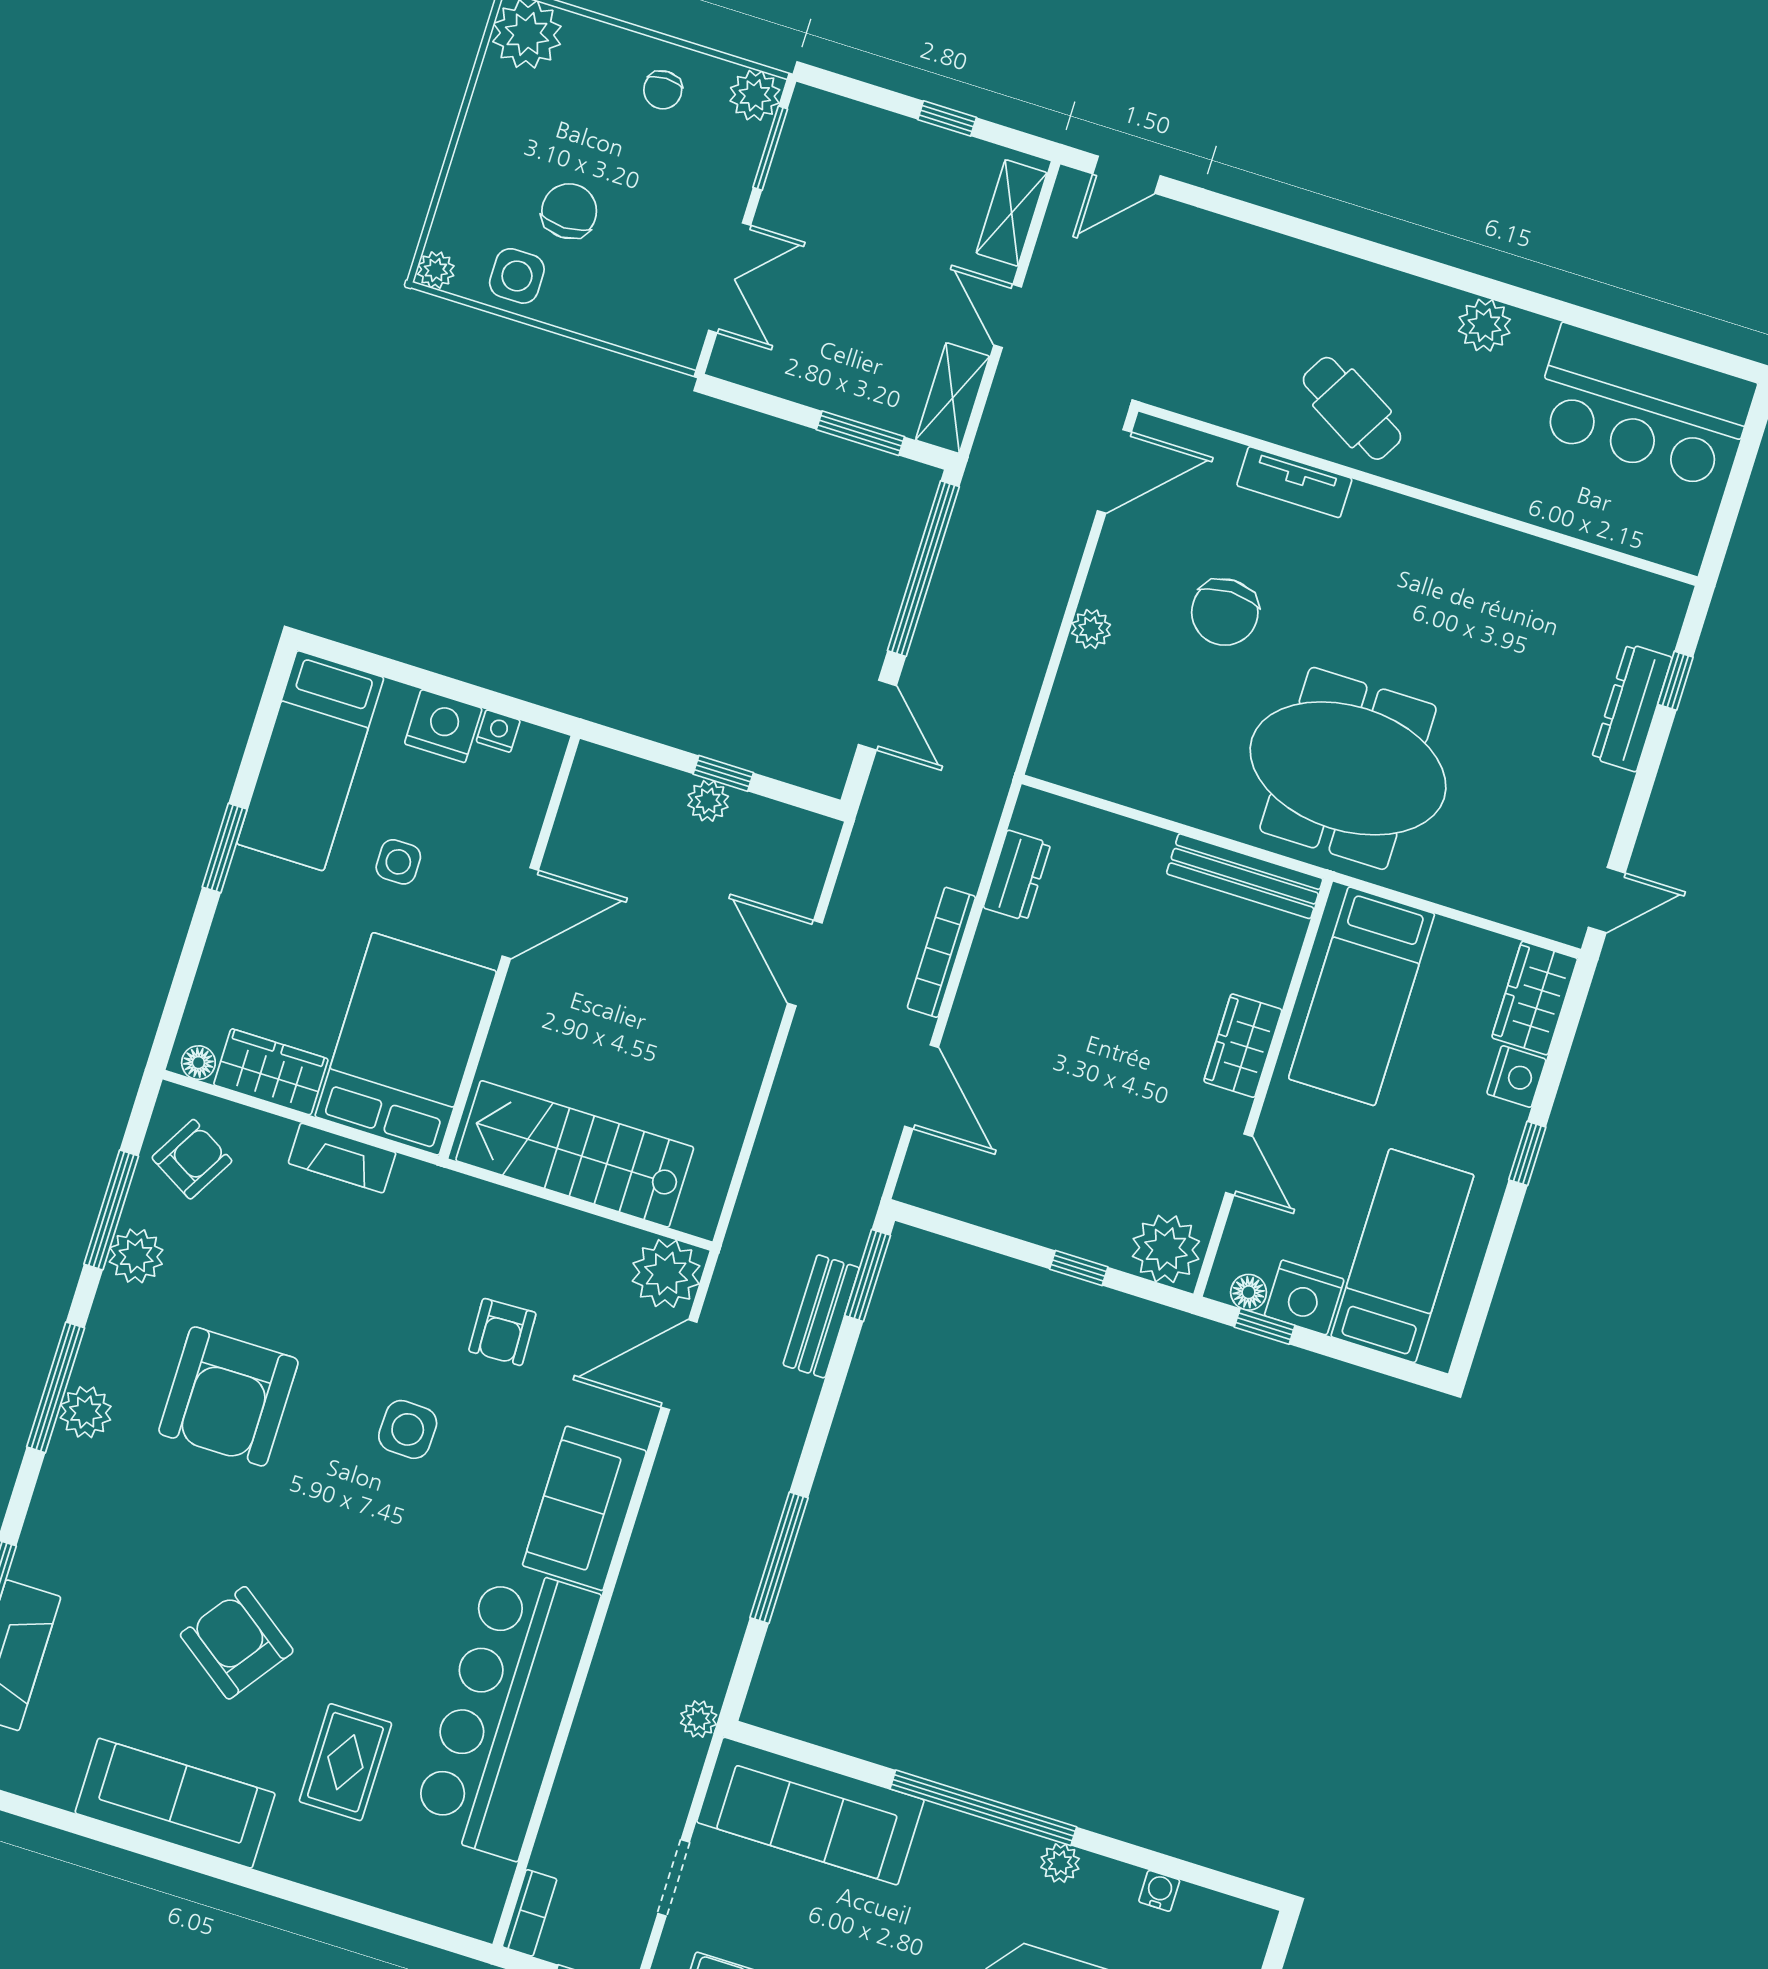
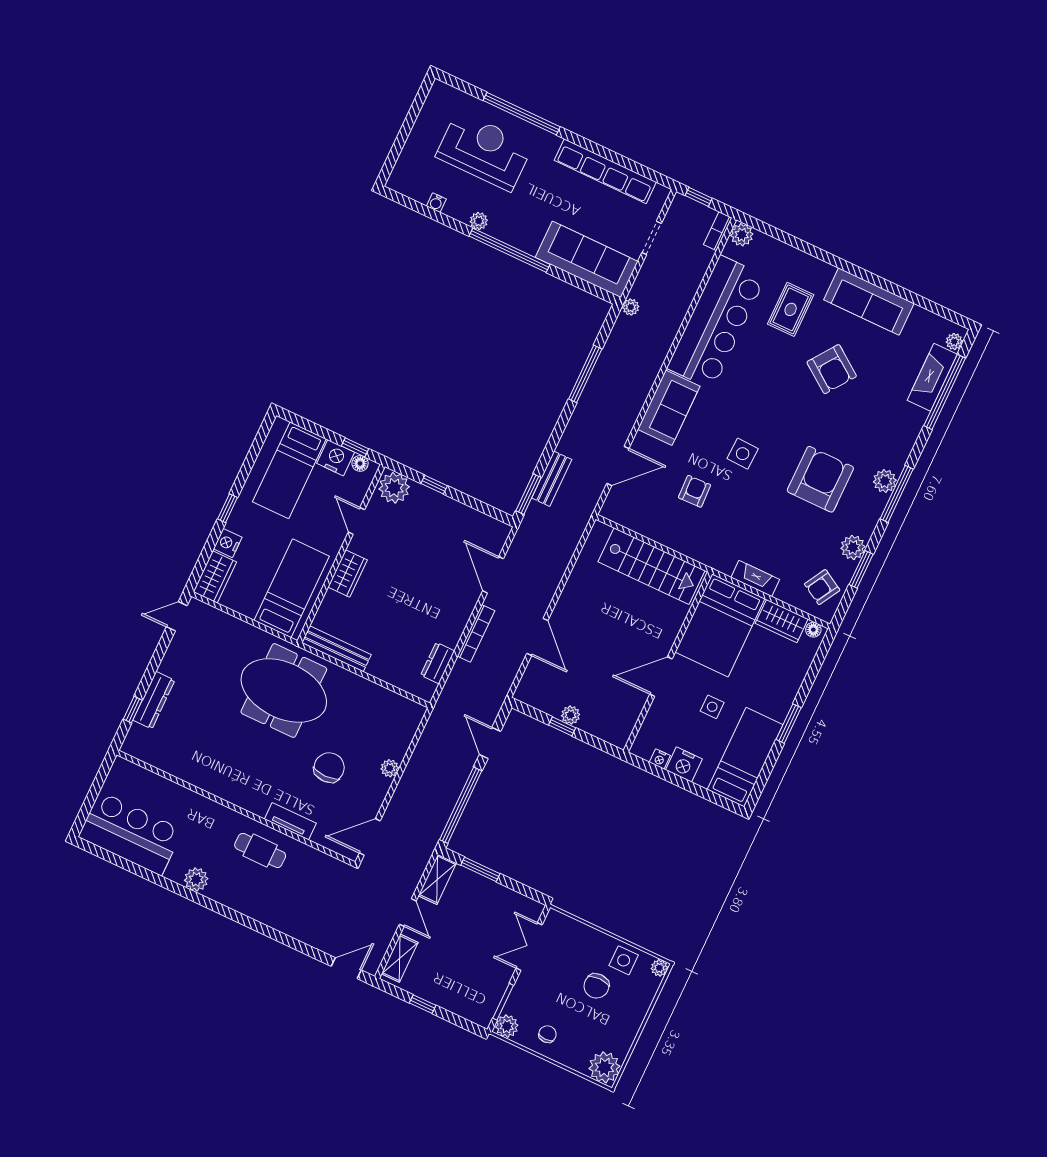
cafe table: (1352, 408) -> (260, 850), turned -30
window: (111, 1210) -> (861, 569), width x0.69
plant: (666, 1273) -> (742, 235), moved, width x0.73, depth x0.73

